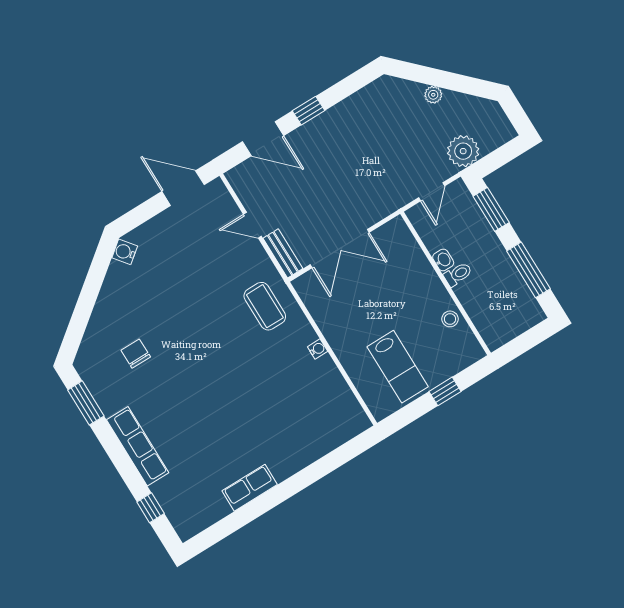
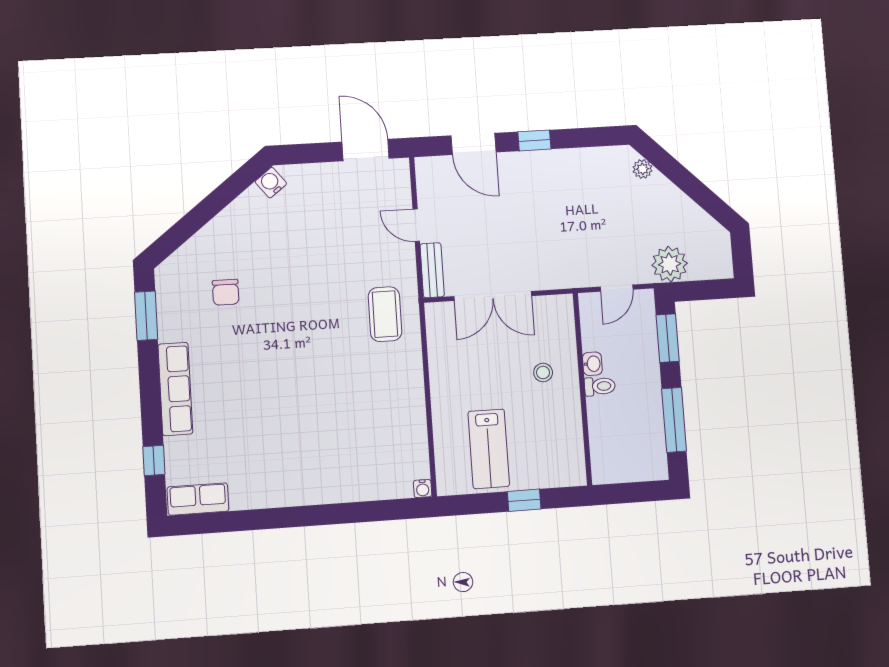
plant: (433, 95) -> (642, 169), moved
stool: (450, 319) -> (543, 373), moved
water cooler: (318, 349) -> (423, 489), moved, turned 90
chair: (136, 354) -> (226, 292), turned 180
row of seats: (250, 488) -> (198, 499), moved

